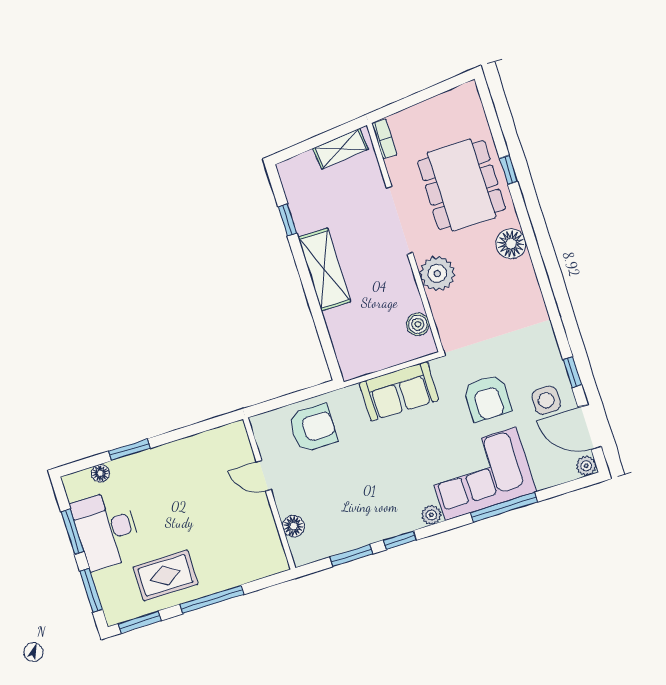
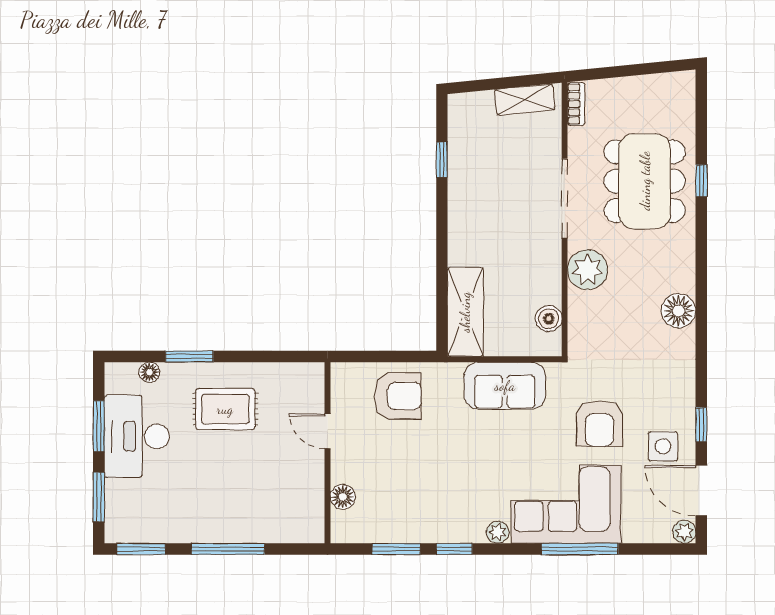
floor lamp: (511, 244) -> (679, 311), moved
shelving: (324, 269) -> (465, 312), moved
rug: (166, 575) -> (225, 409), moved

